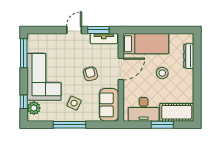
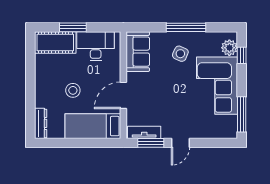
dresser: (189, 56) -> (41, 123), moved
armchair: (91, 74) -> (160, 89), removed

